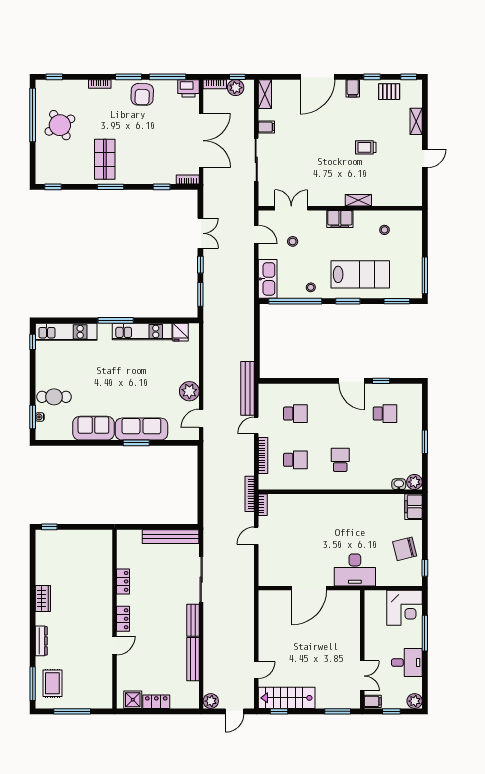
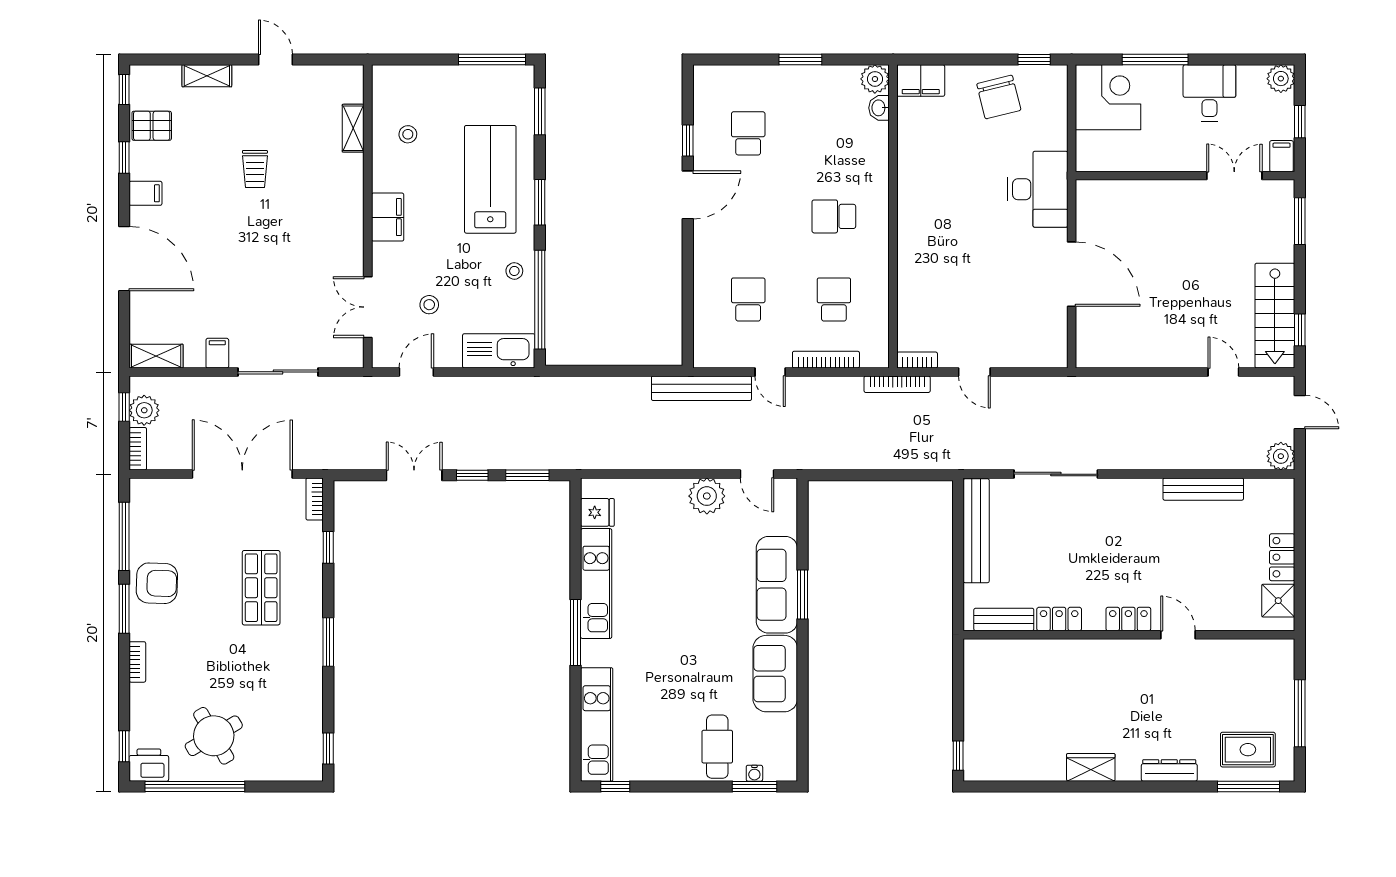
printer: (189, 88) -> (149, 765), moved, turned -90
pallet: (389, 92) -> (152, 126), turned 90
shop shelf: (105, 159) -> (261, 588), moved, turned 90
shelving: (358, 200) -> (353, 128), moved
bench: (193, 620) -> (1004, 619), moved

